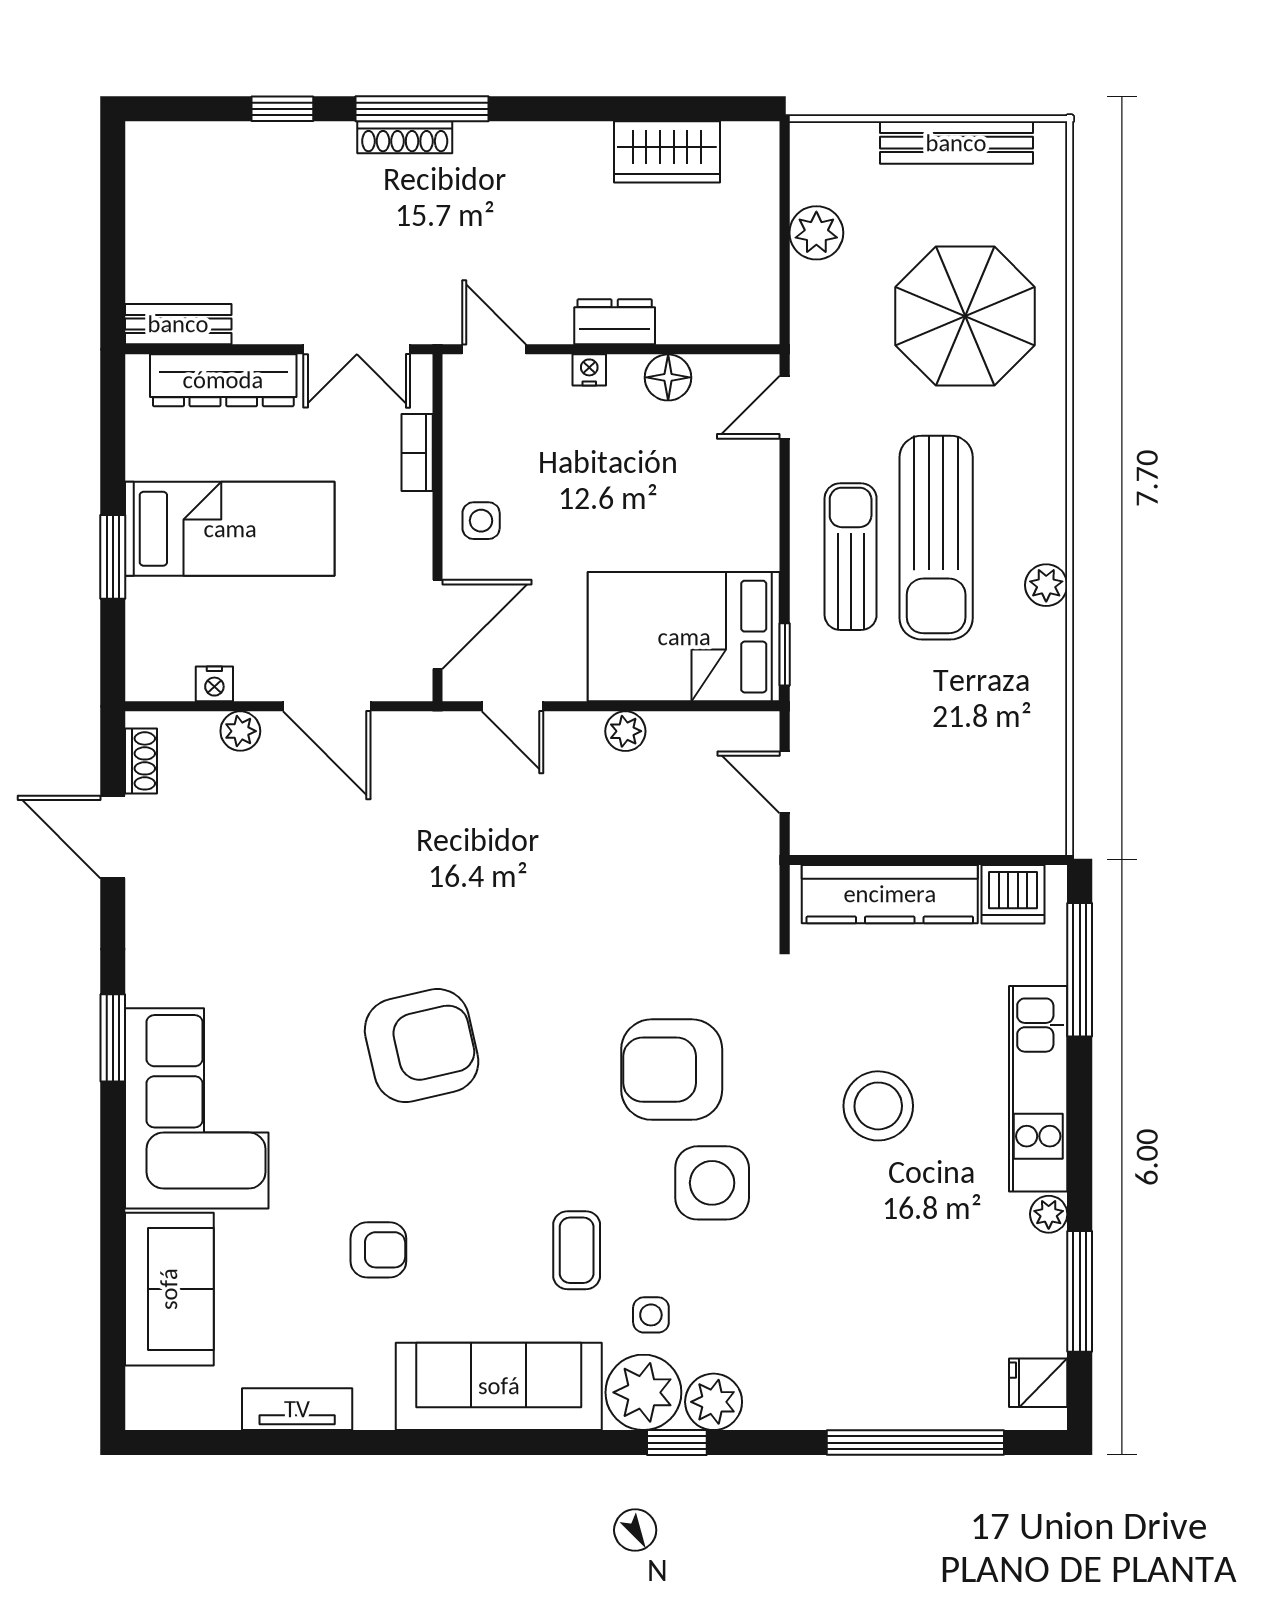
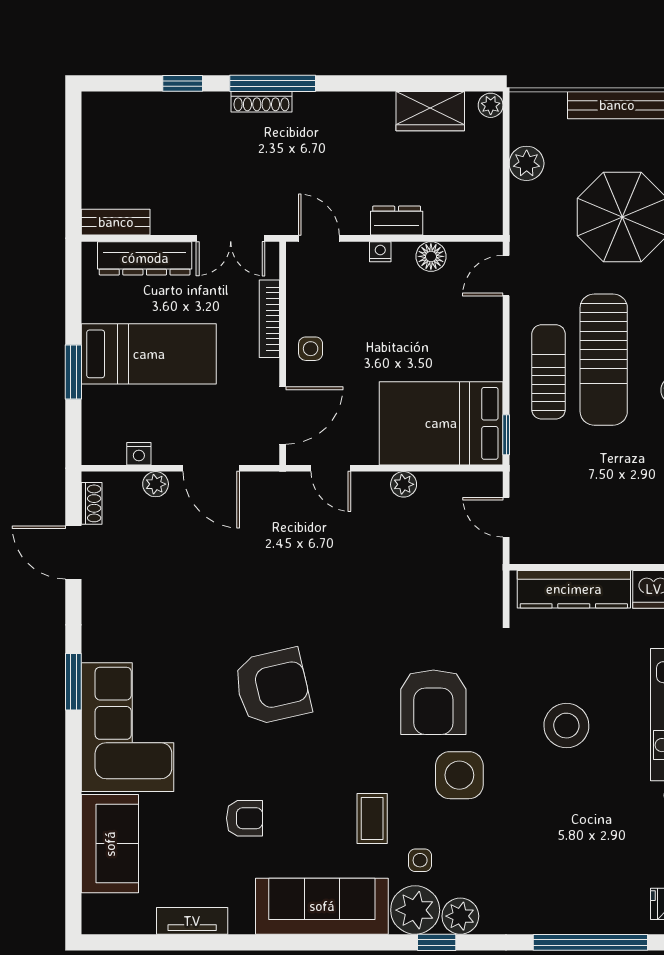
plant: (761, 143) -> (491, 105), added
bookcase: (417, 453) -> (269, 319), width x1.56
armchair: (672, 1070) -> (433, 702), turned -90

